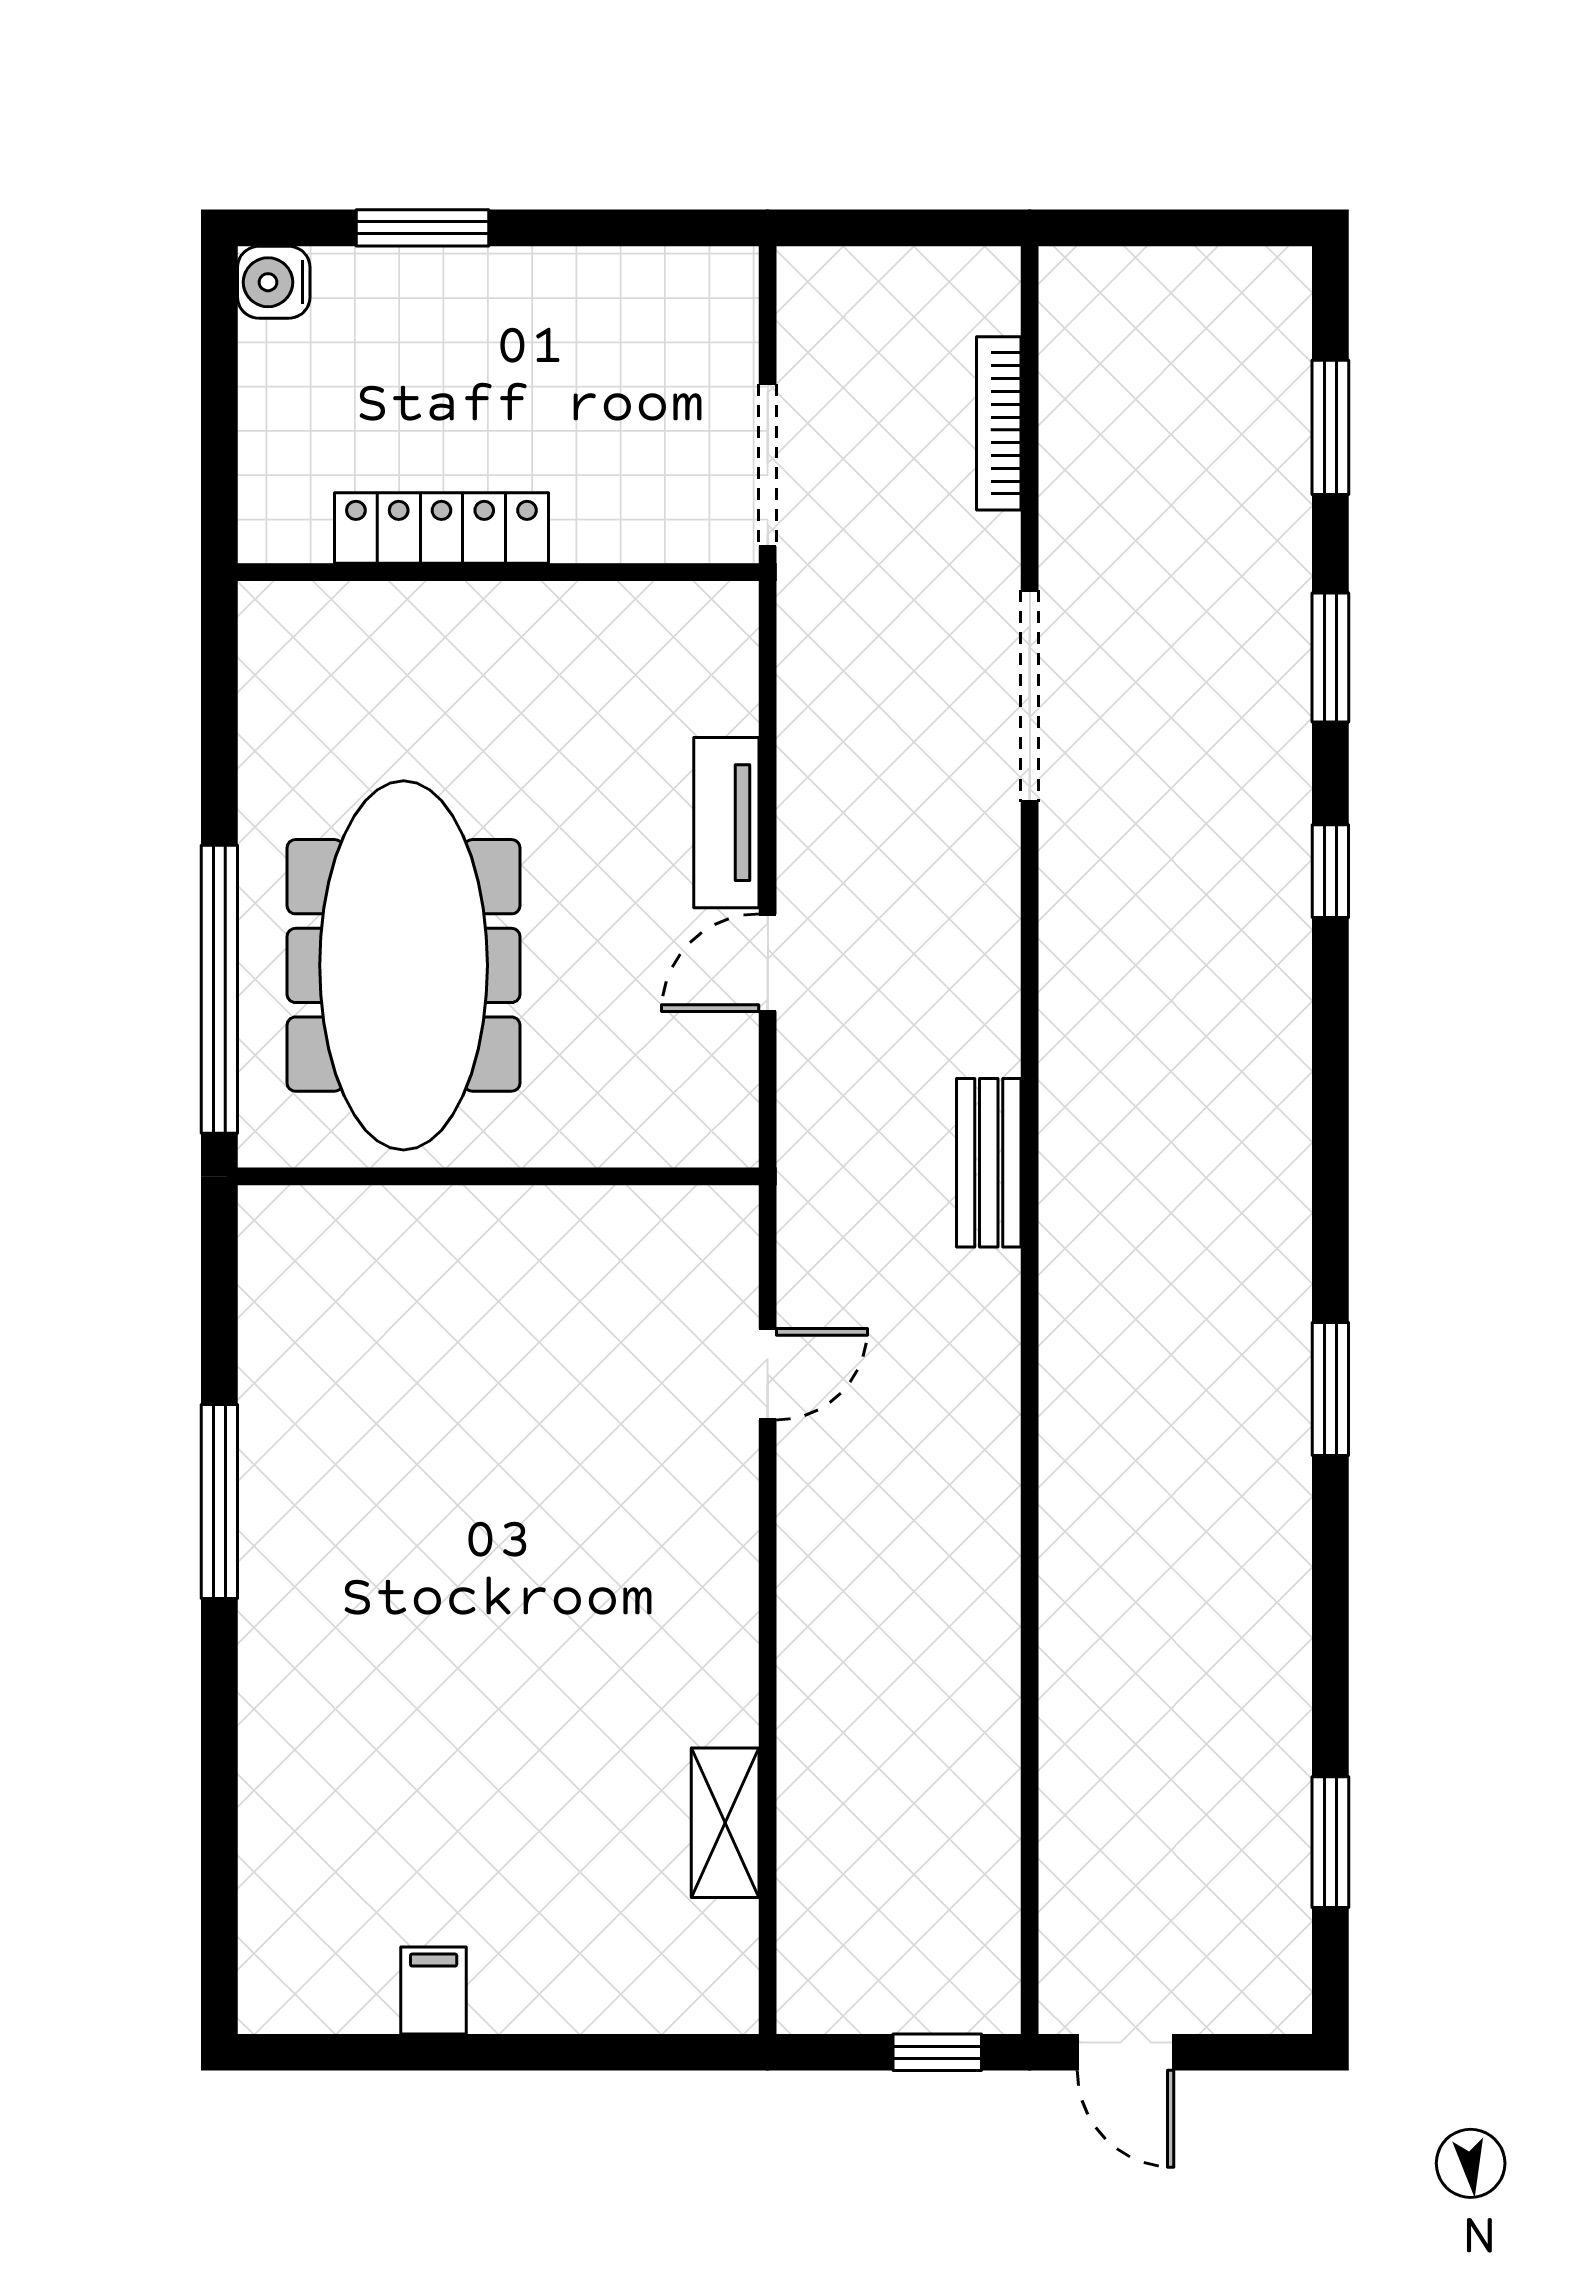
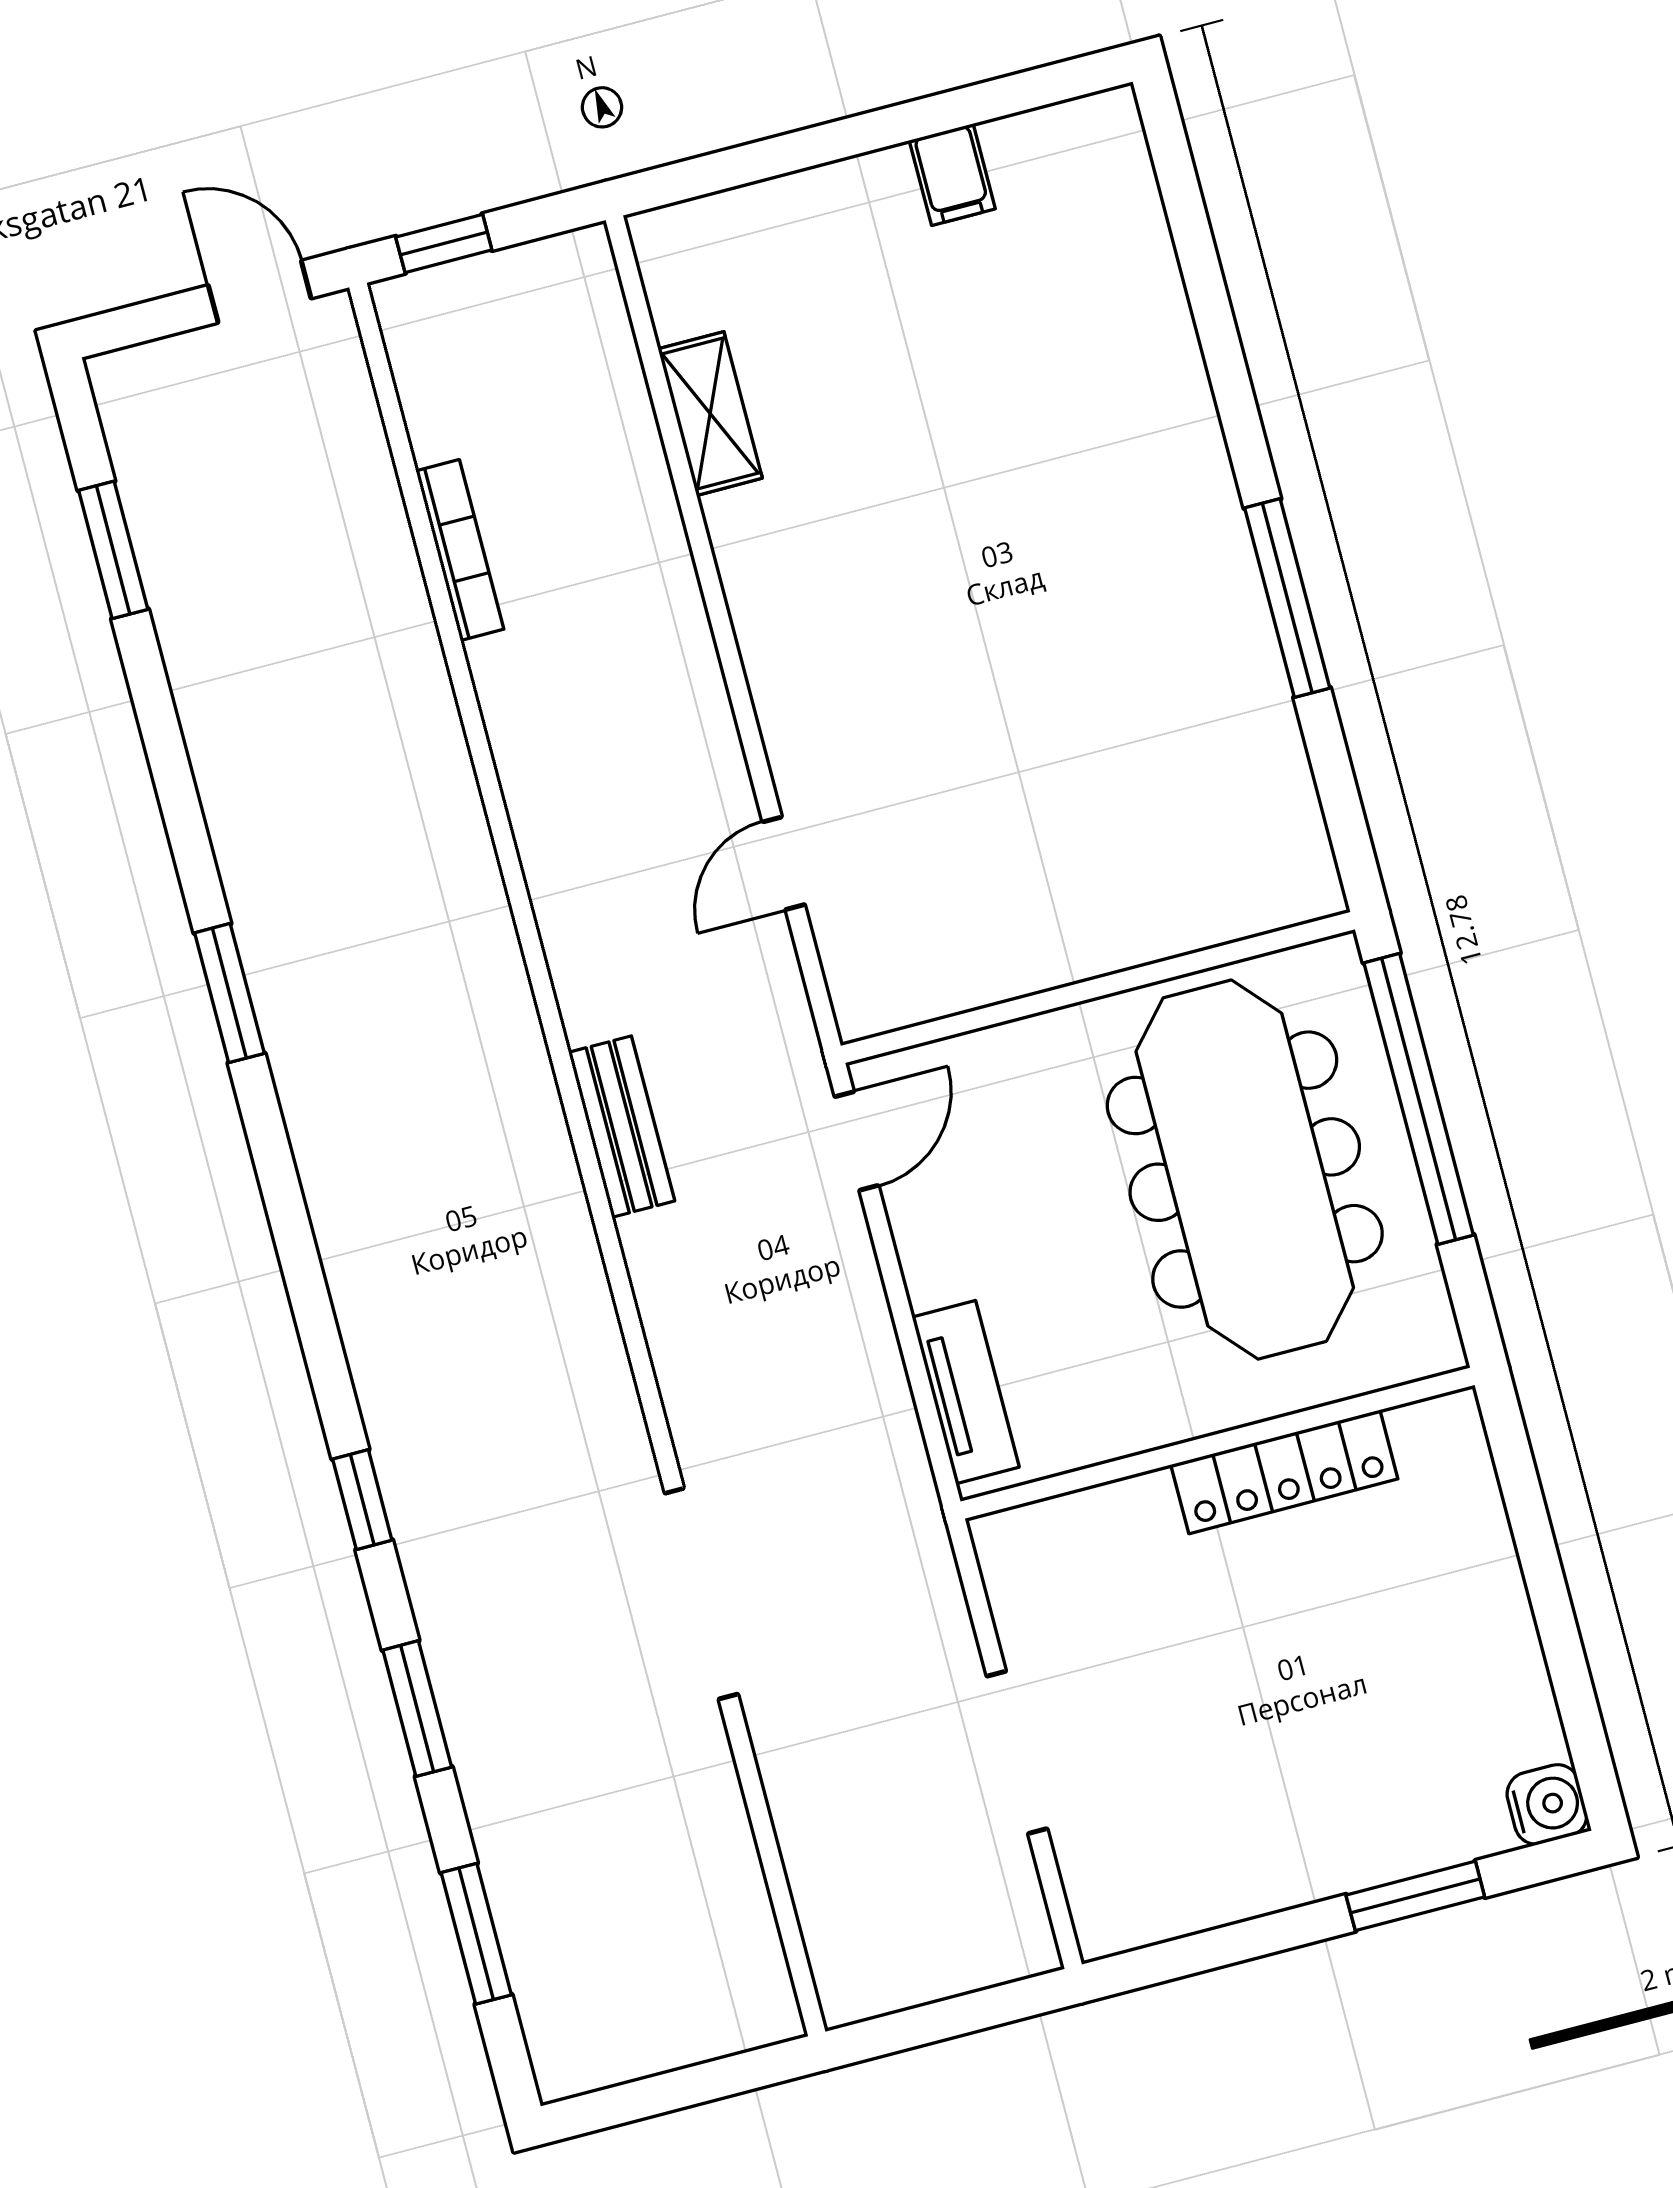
bookcase: (999, 423) -> (460, 550), moved
locker: (441, 528) -> (1284, 1472), moved
wall: (498, 572) -> (1217, 1443), moved
door: (768, 963) -> (857, 1141), moved

